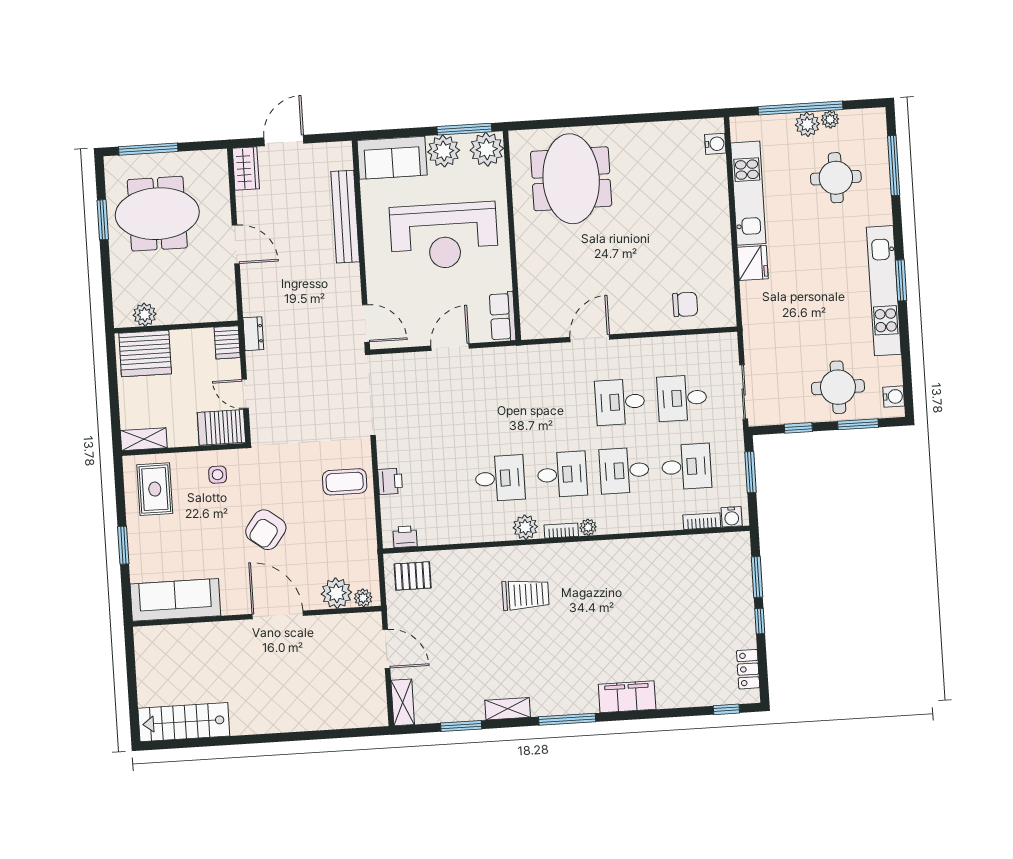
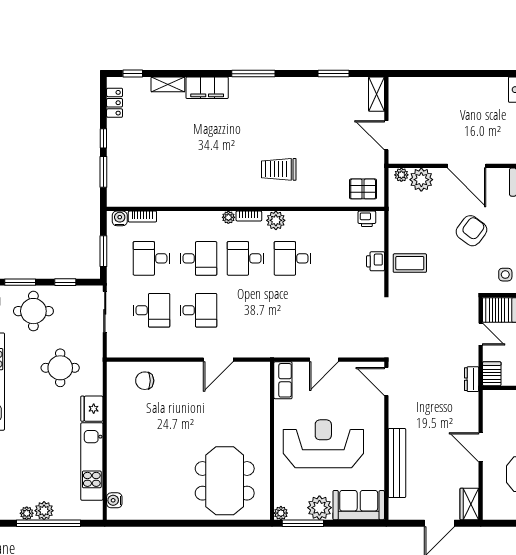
plant: (487, 149) -> (281, 513), width x0.53, depth x0.53
round table: (836, 178) -> (60, 368), moved
shelving: (508, 709) -> (168, 84), moved

